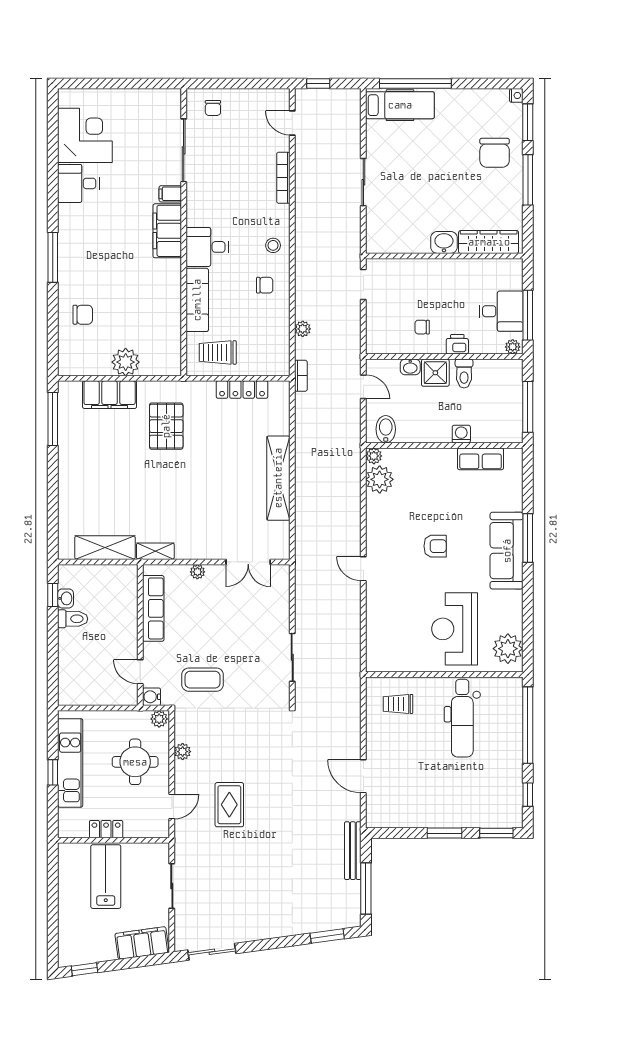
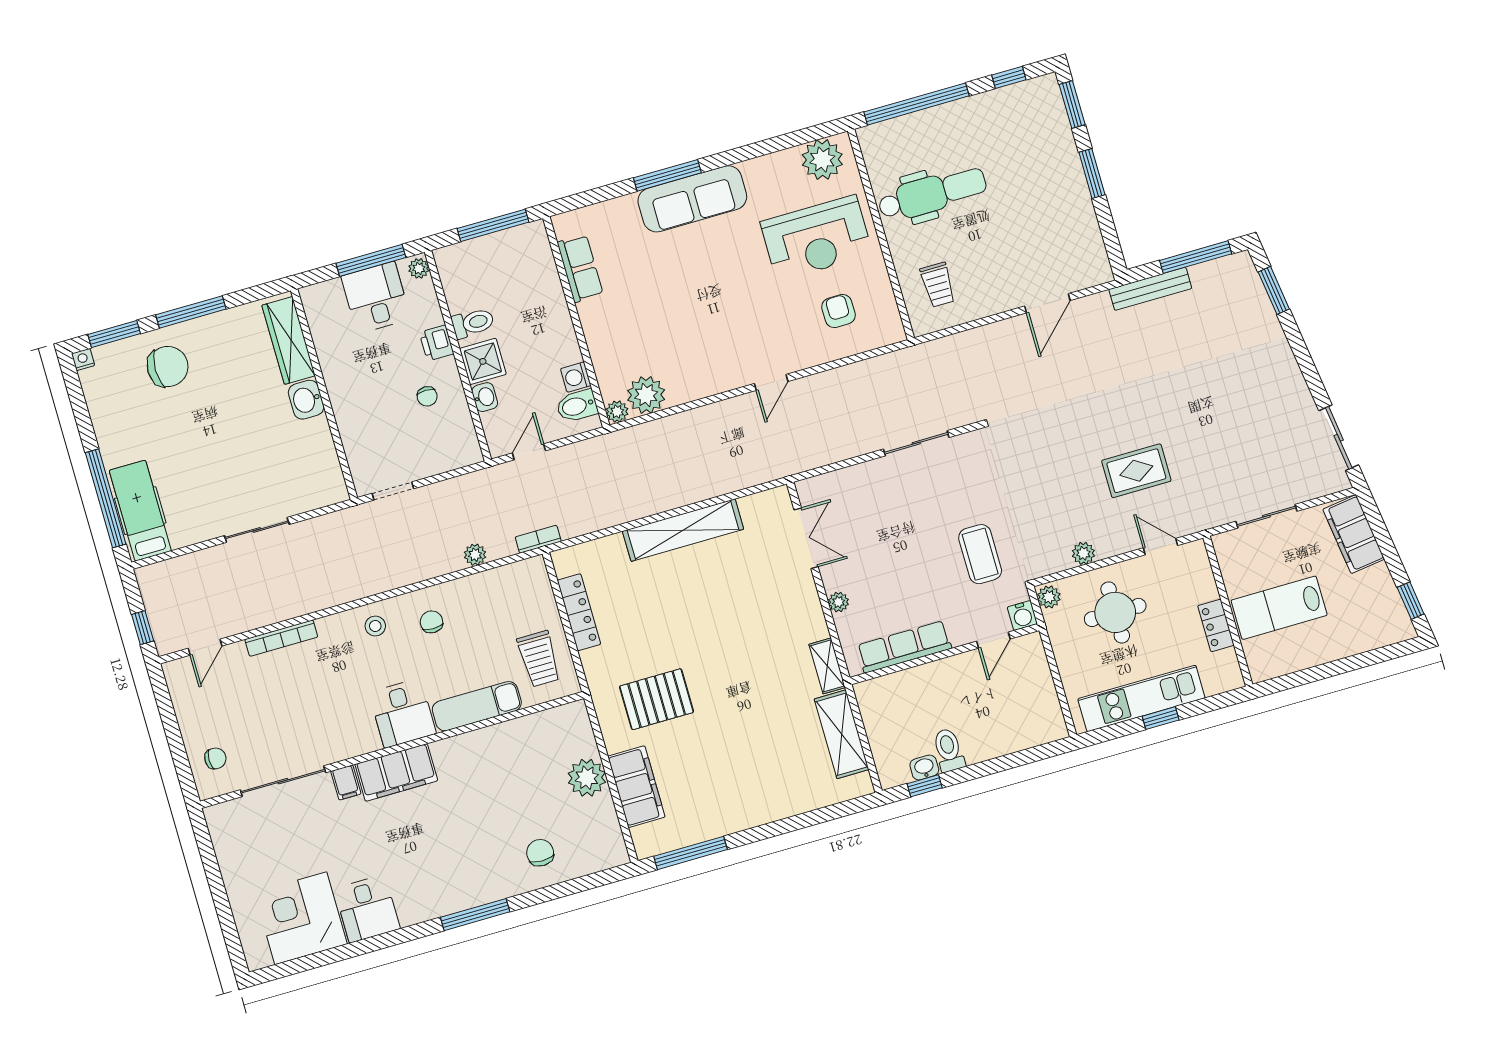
washing machine: (461, 434) -> (576, 377), moved
armchair: (435, 546) -> (838, 311), moved

